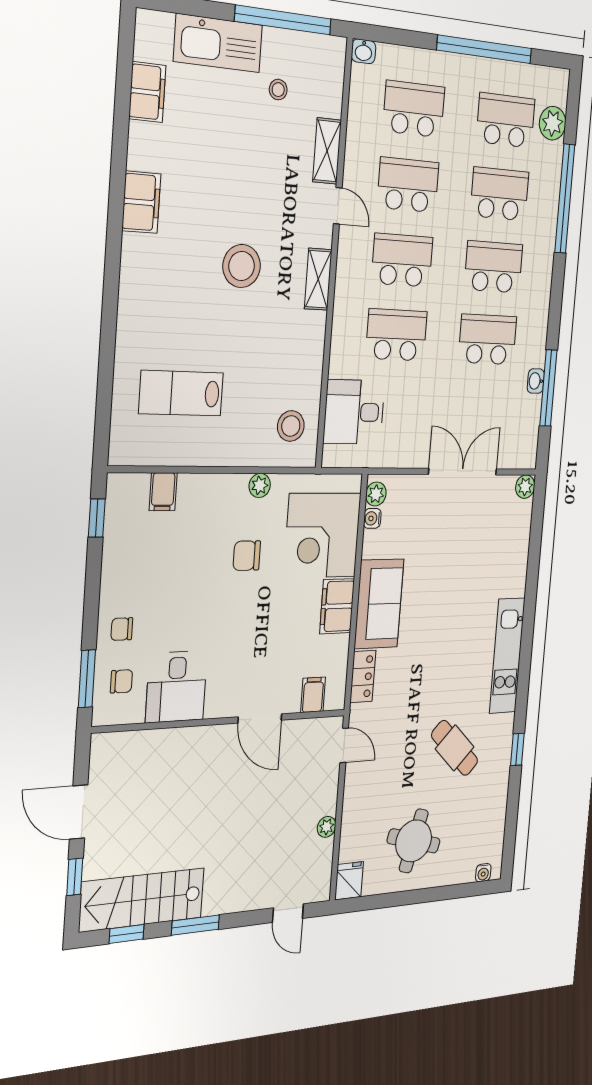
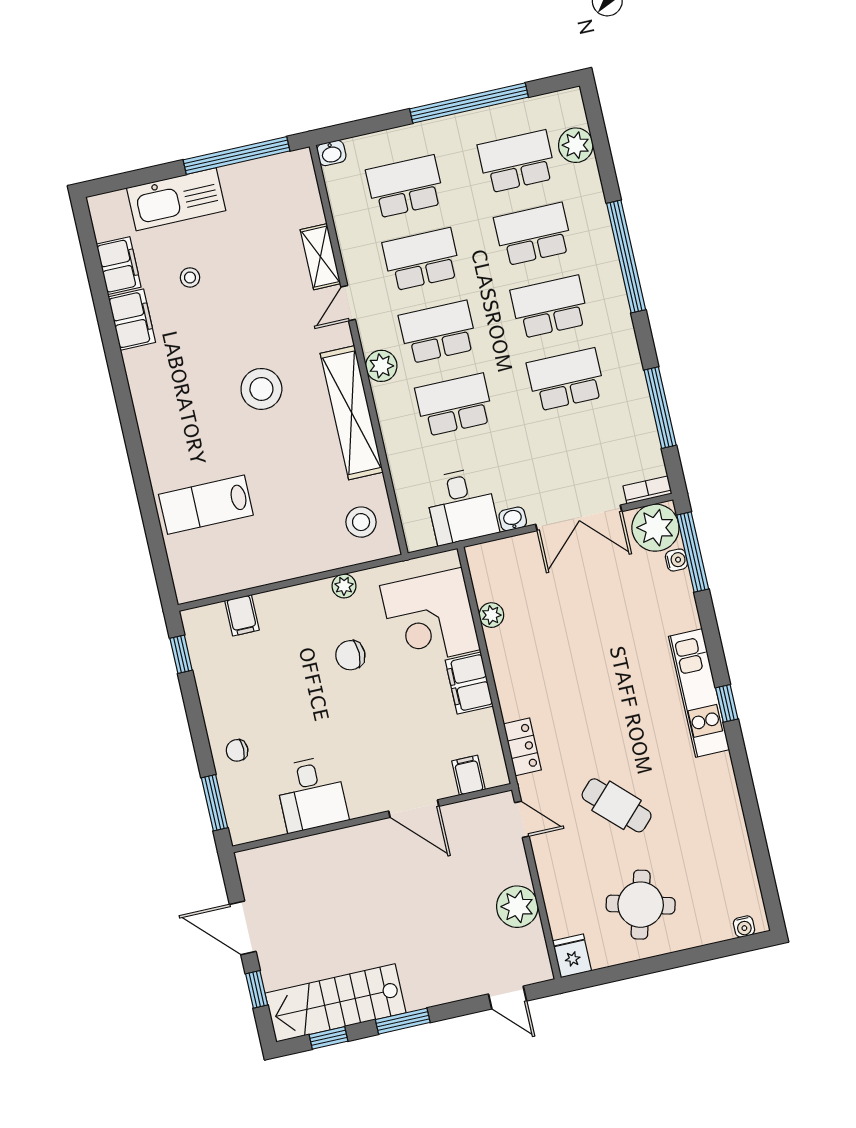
stool: (278, 90) -> (190, 277), moved
window: (565, 199) -> (626, 256), moved
filing cabinet: (141, 202) -> (132, 320), moved
door: (338, 206) -> (348, 303), swing flipped
plant: (348, 277) -> (381, 366), added
shelving: (318, 279) -> (352, 413), width x2.20, depth x1.33
washbasin: (536, 381) -> (513, 519), moved, turned 90
lab bench: (181, 393) -> (206, 505), moved
desk: (354, 412) -> (461, 506), moved, turned -90
bookcase: (520, 461) -> (647, 490), added
double door: (463, 472) -> (579, 518), swing flipped
plant: (525, 487) -> (655, 528), width x1.88, depth x1.88
plant: (376, 494) -> (491, 615), moved
water cooler: (372, 518) -> (676, 560), moved, turned 180
window: (537, 527) -> (693, 552), added
sofa: (379, 604) -> (519, 671), removed
chair: (121, 681) -> (251, 799), removed
cafe table: (455, 748) -> (617, 805), moved
window: (517, 749) -> (727, 703), moved
plant: (327, 827) -> (517, 907), width x1.88, depth x1.88

